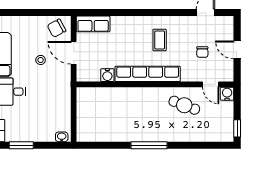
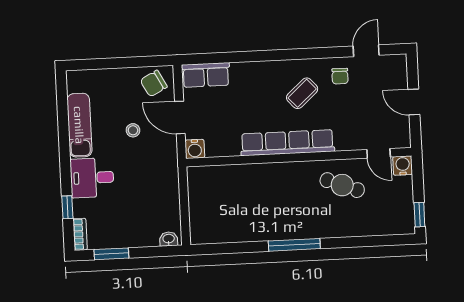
coffee table: (160, 40) -> (302, 93), turned 48
chair: (202, 52) -> (340, 76), moved
water cooler: (107, 75) -> (195, 149), moved

